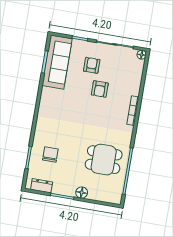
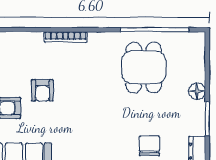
armchair: (100, 89) -> (42, 90), turned 90
chair: (50, 154) -> (149, 146), turned 90

